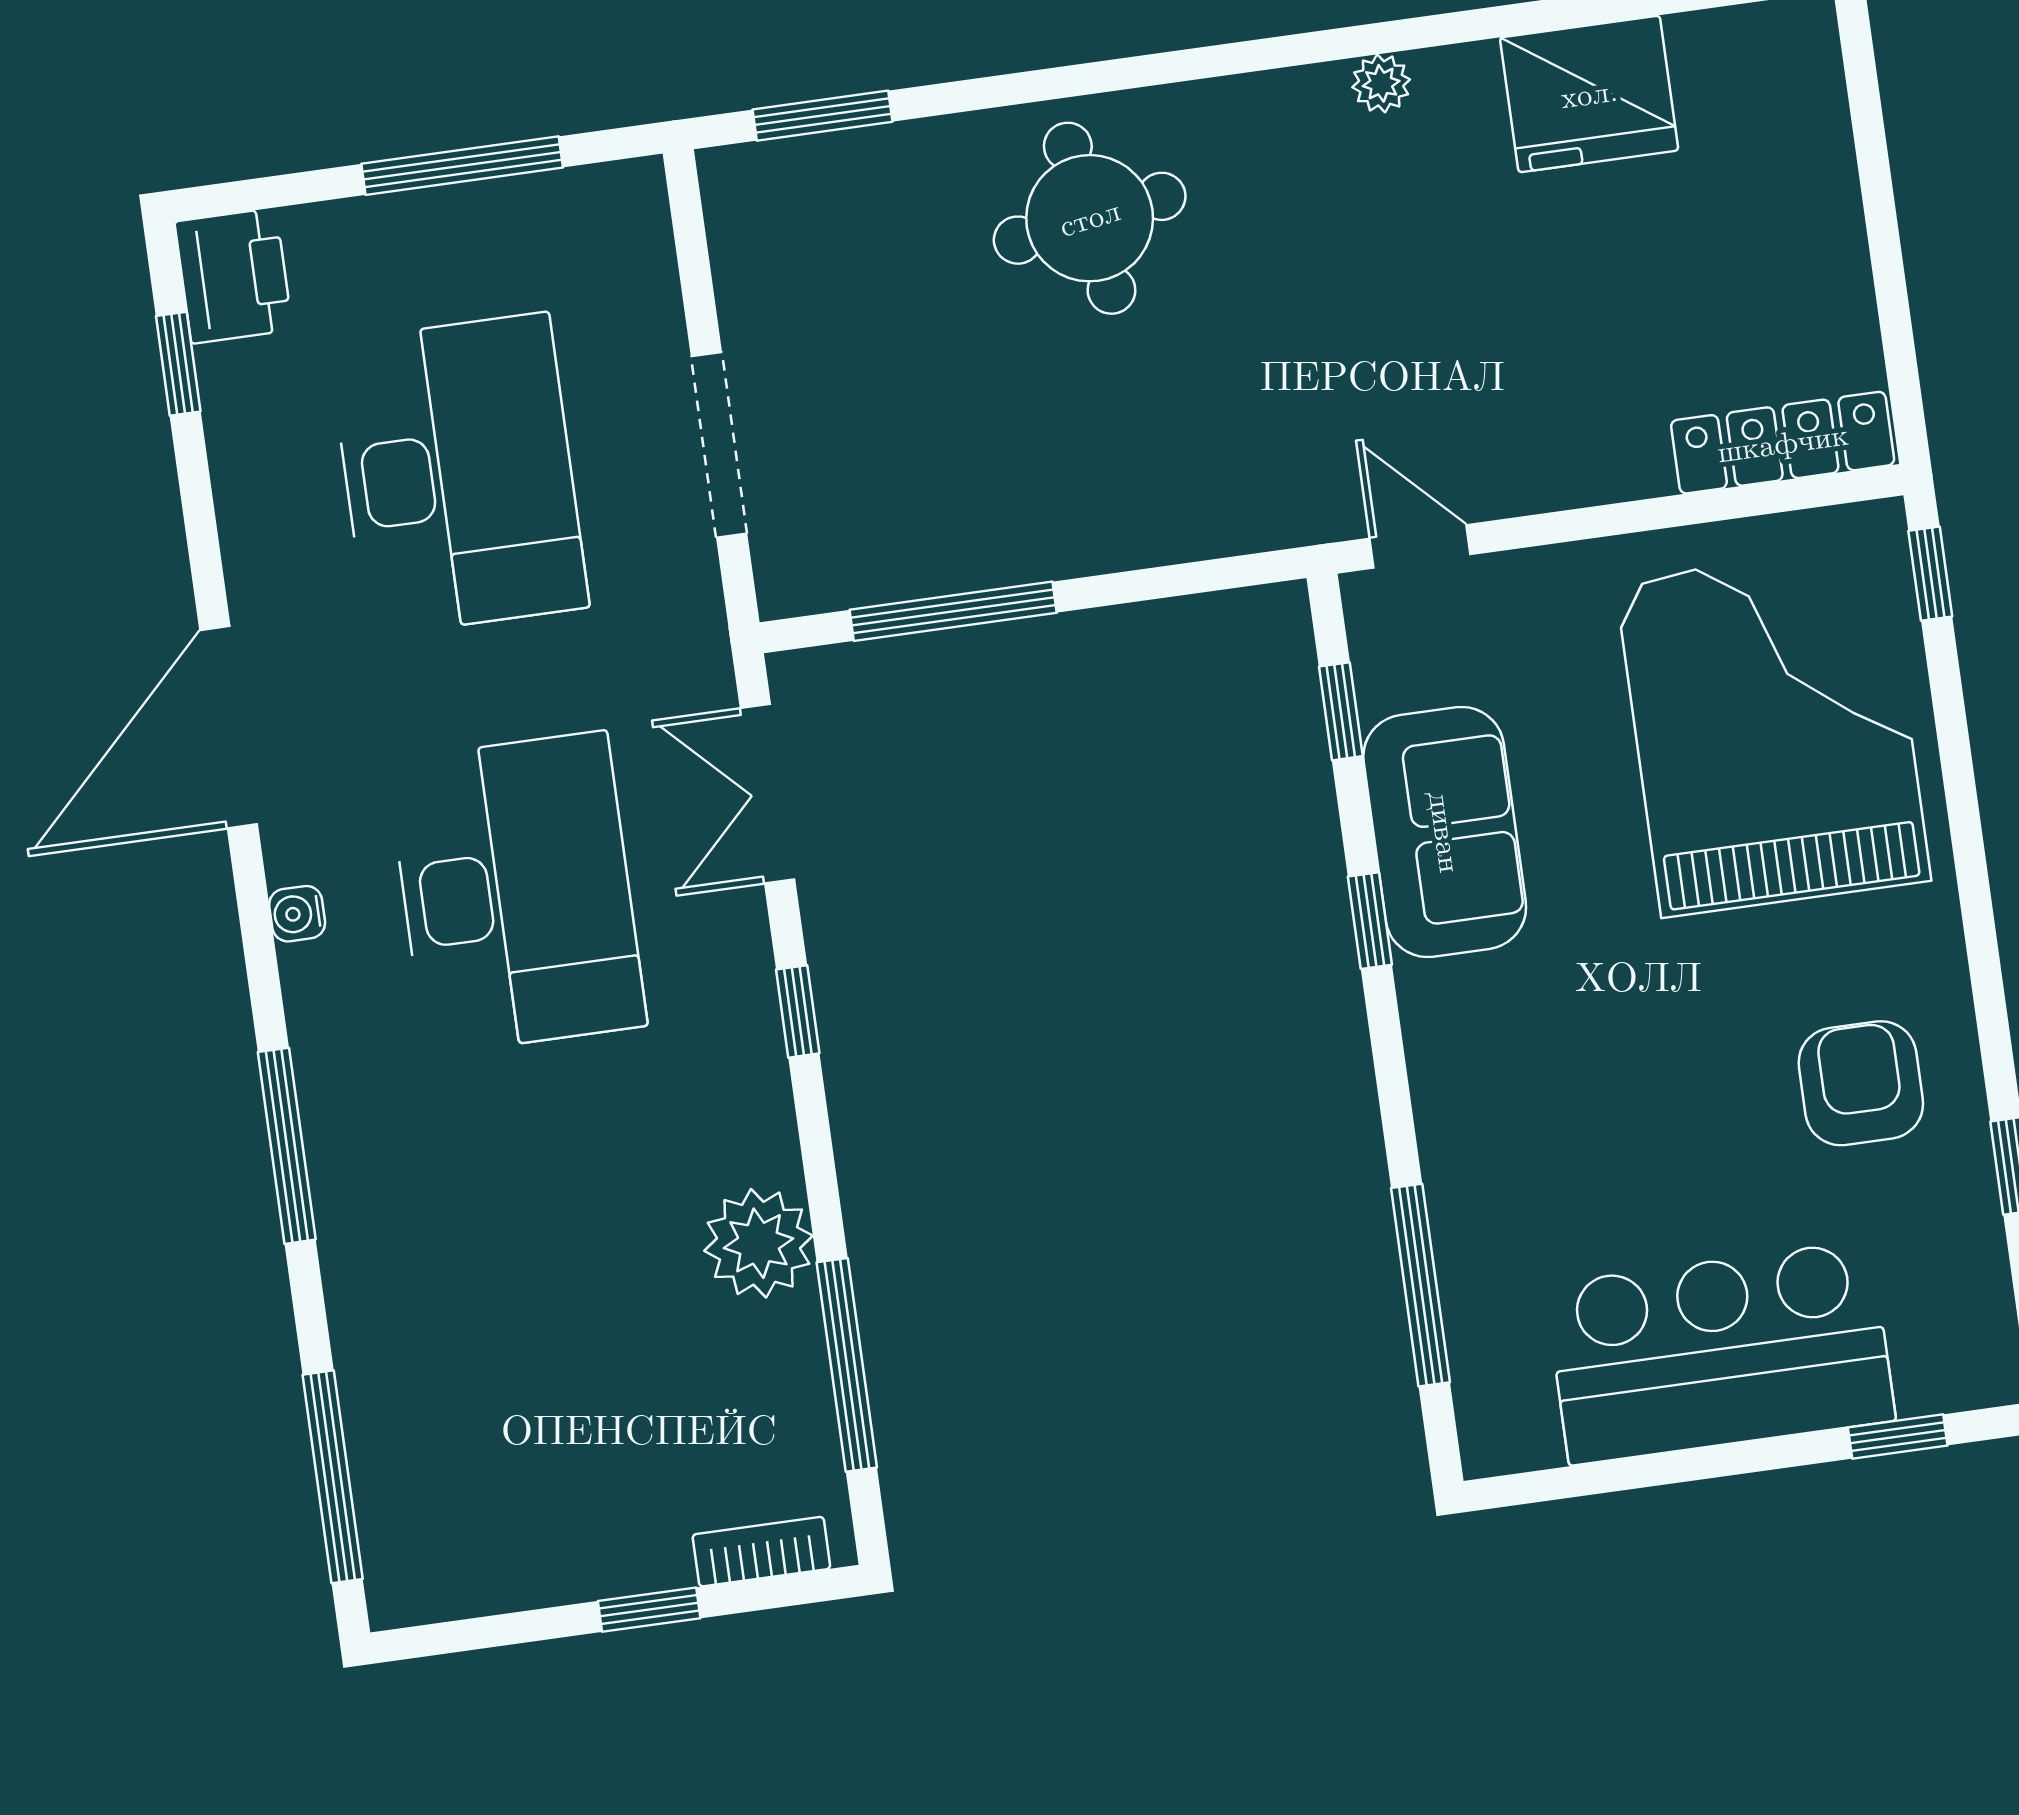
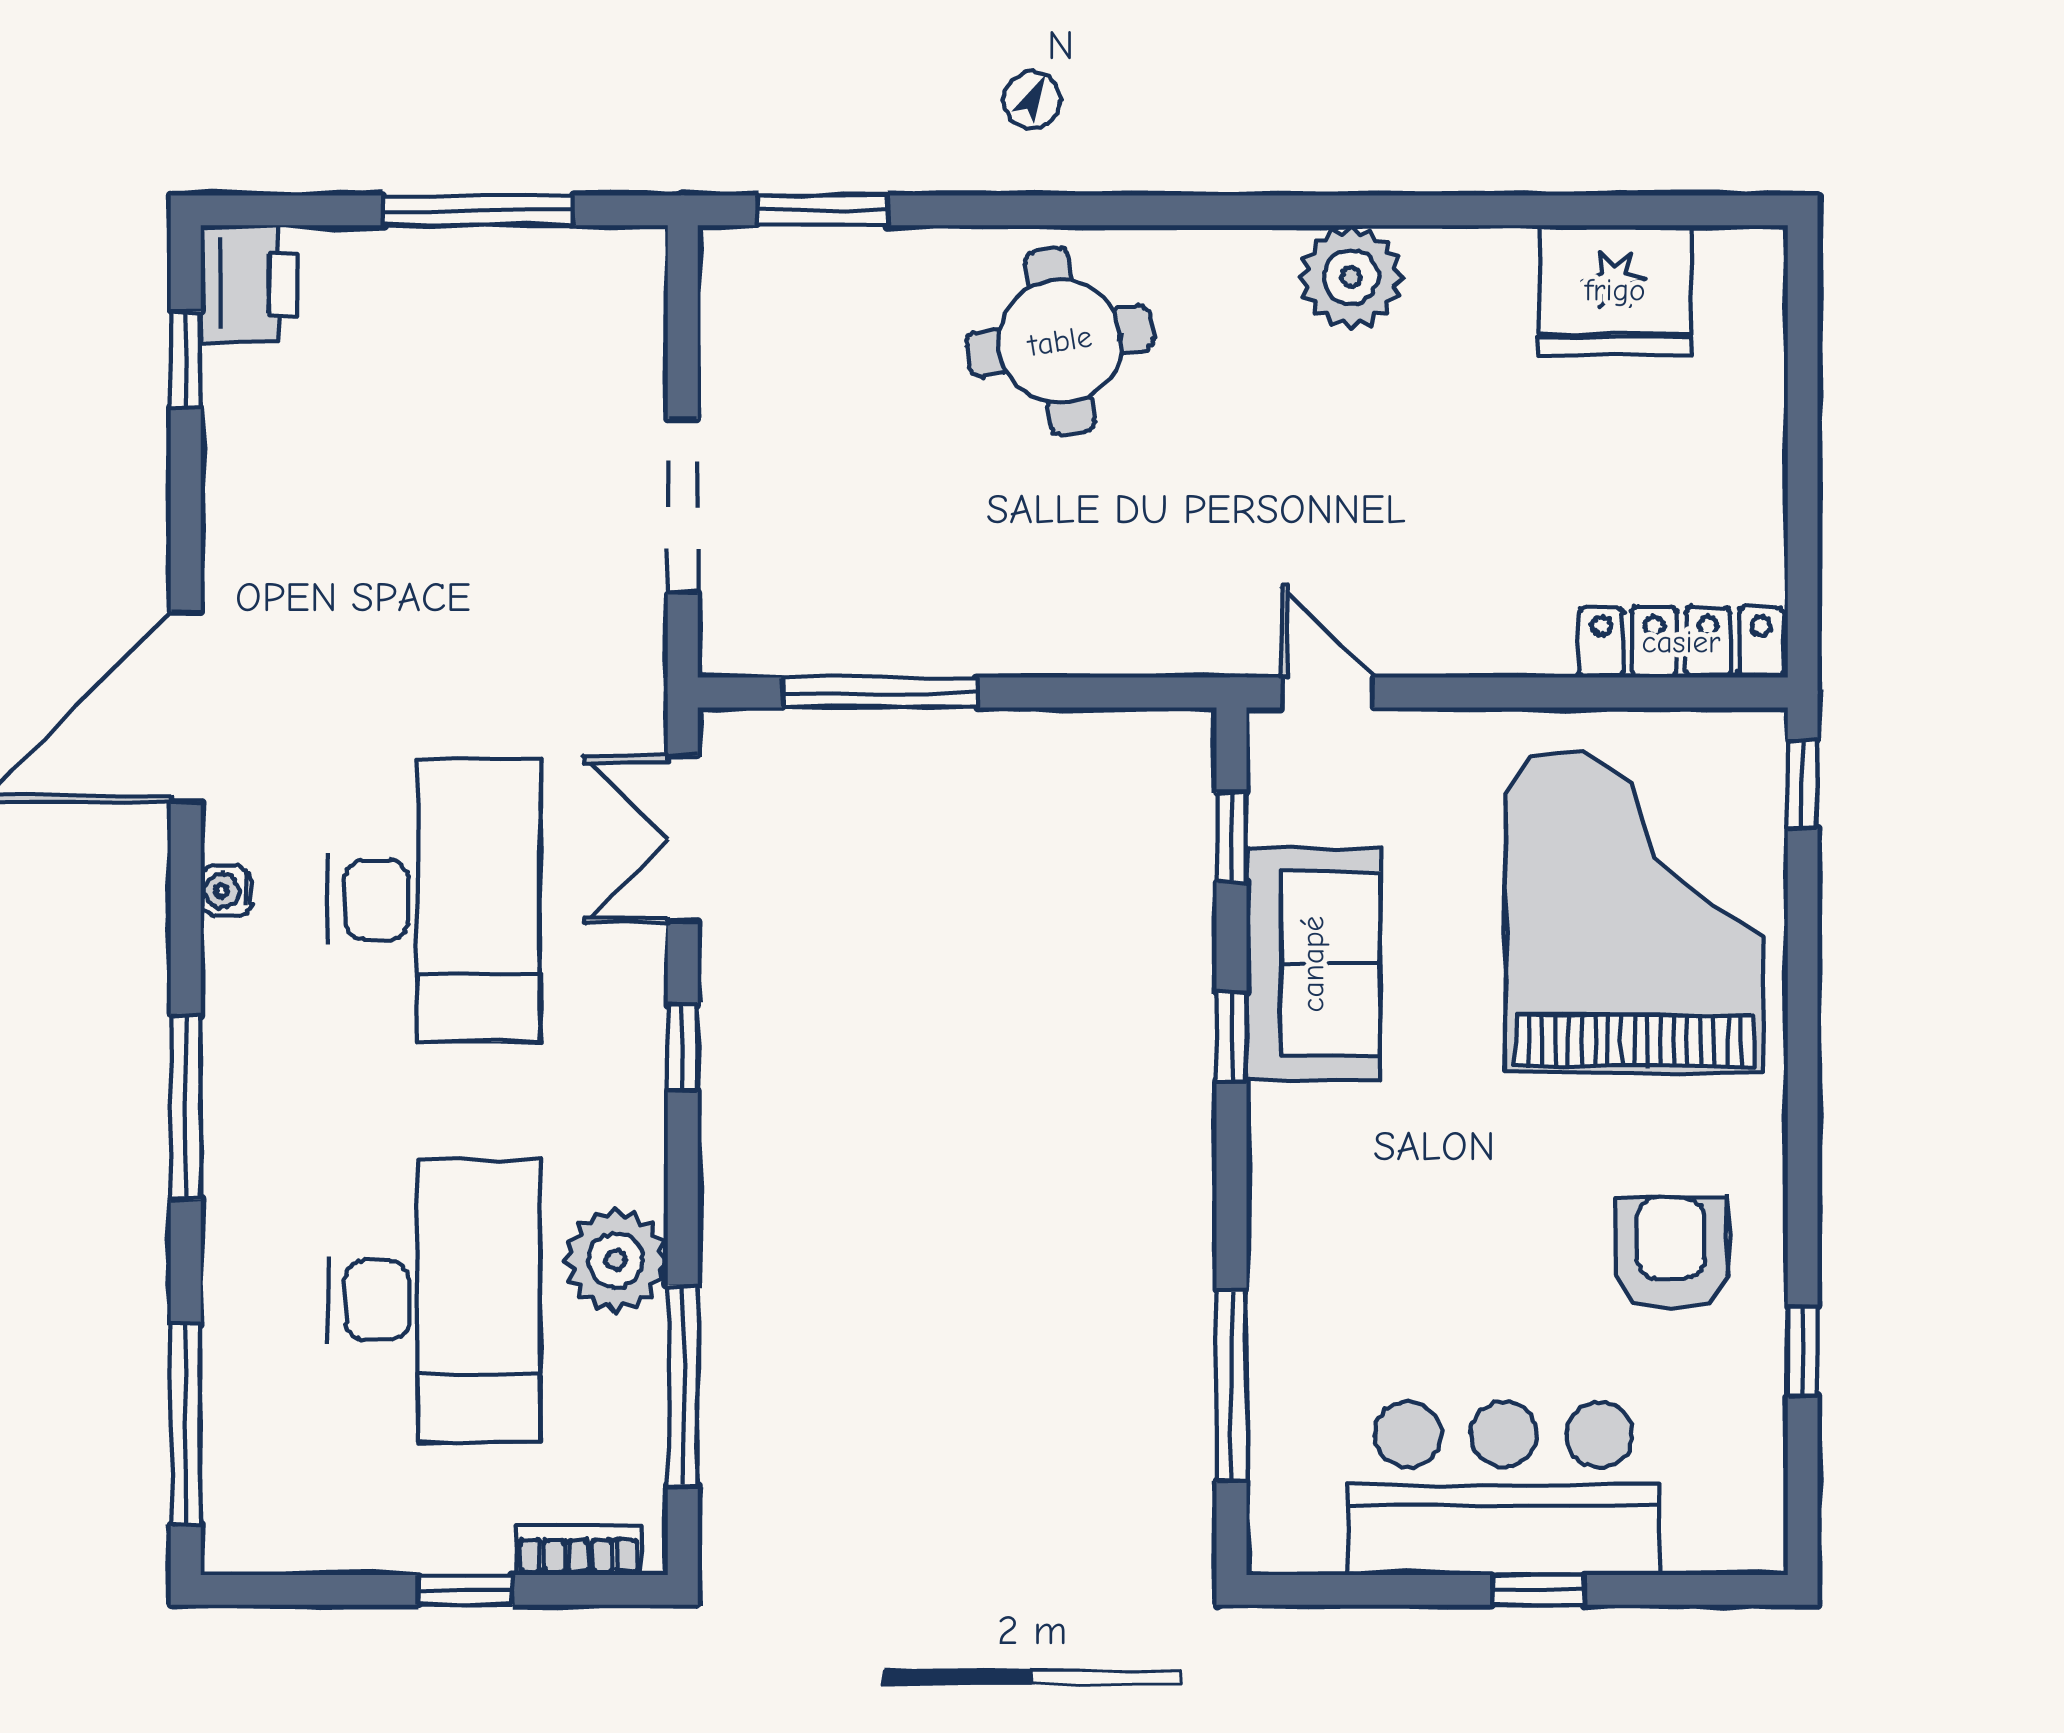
plant: (1381, 83) -> (1351, 277), width x1.87, depth x1.87
fridge: (1589, 94) -> (1615, 290), moved
desk: (458, 475) -> (434, 1300), moved
window: (1898, 1436) -> (1538, 1590), moved

